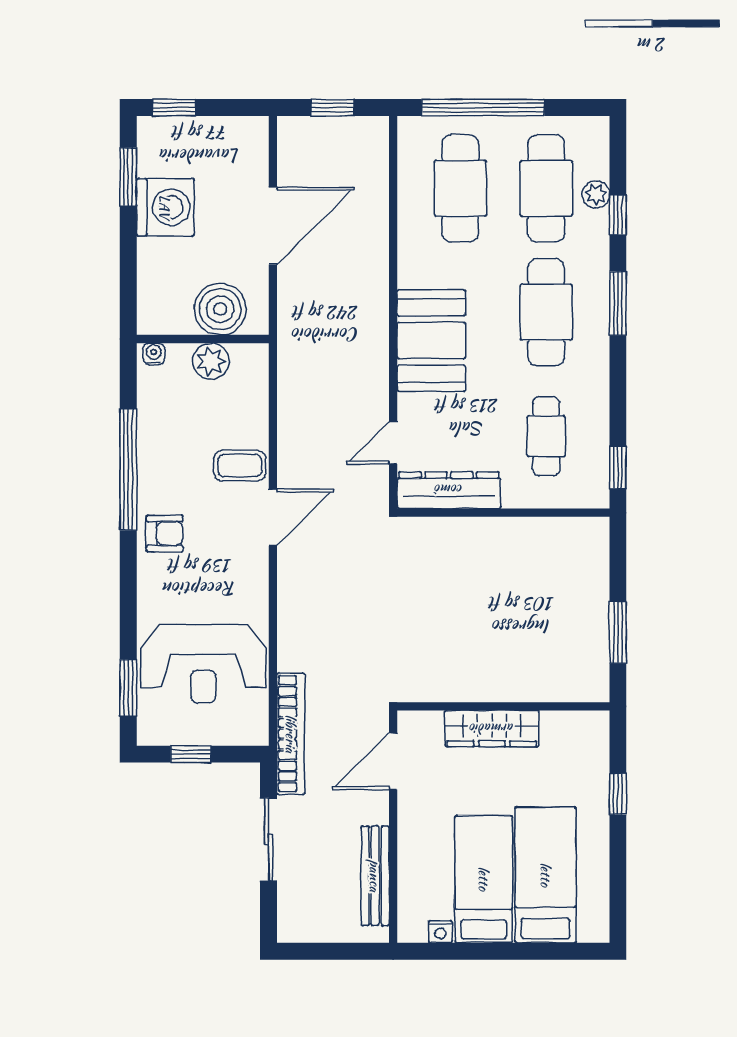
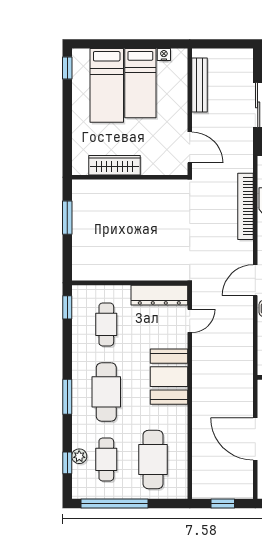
window: (483, 108) -> (115, 504), moved
cafe table: (546, 188) -> (106, 459), width x0.73, depth x0.74
window: (618, 215) -> (67, 463), moved
door: (273, 226) -> (255, 439), hinge flipped
wardrobe: (492, 729) -> (114, 165), moved
bookcase: (291, 734) -> (245, 206), moved
door: (393, 761) -> (190, 147), hinge flipped
window: (618, 794) -> (67, 68), moved

